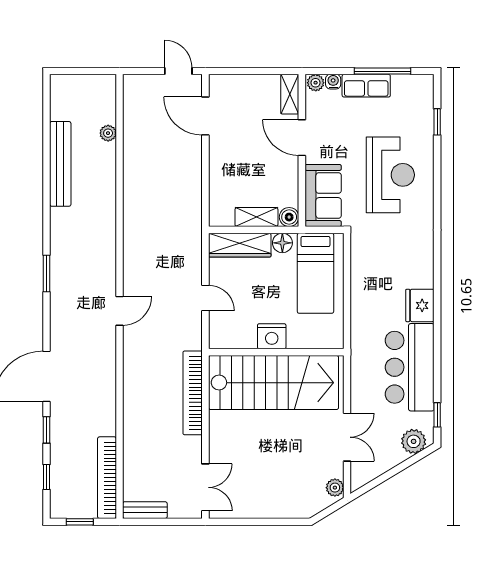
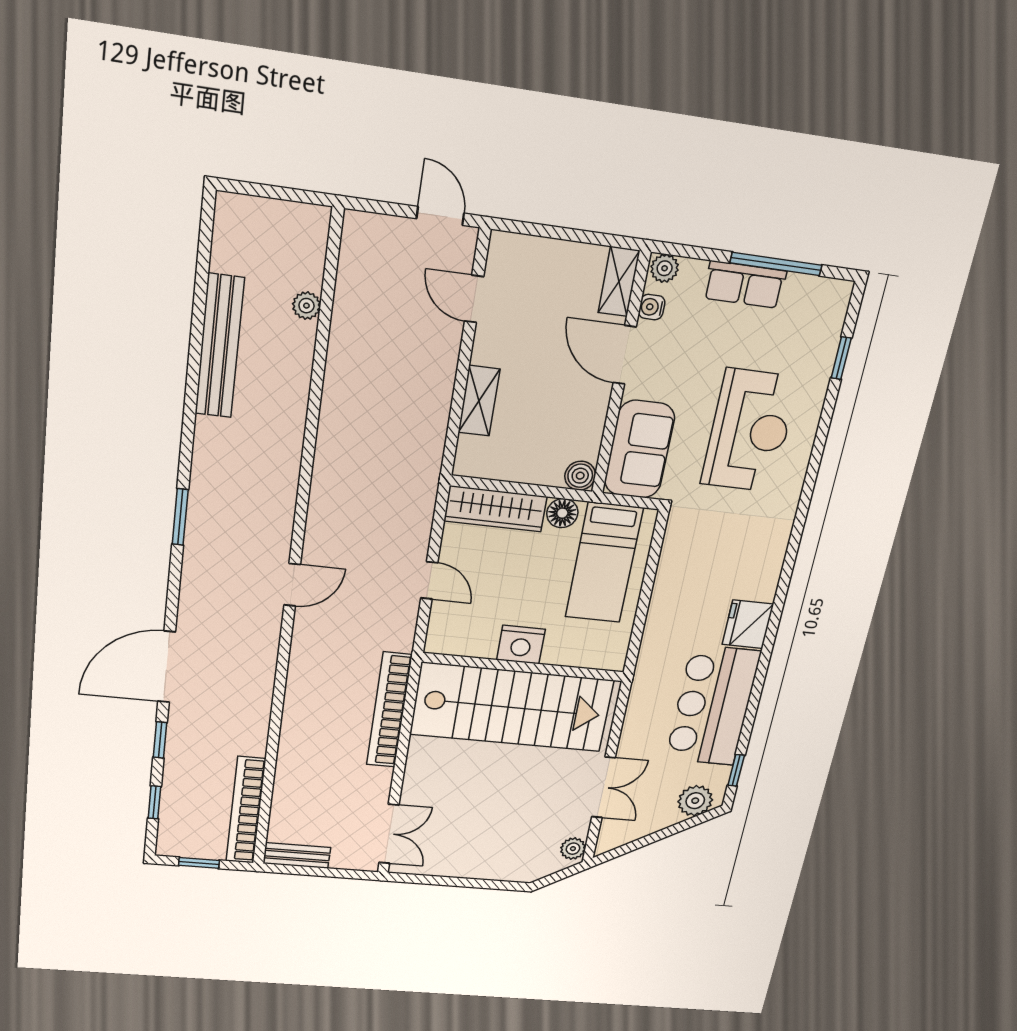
water cooler: (333, 82) -> (652, 307), moved, turned -90
door: (205, 116) -> (474, 299), width x0.73
shelving: (256, 217) -> (479, 401), moved, turned 90

